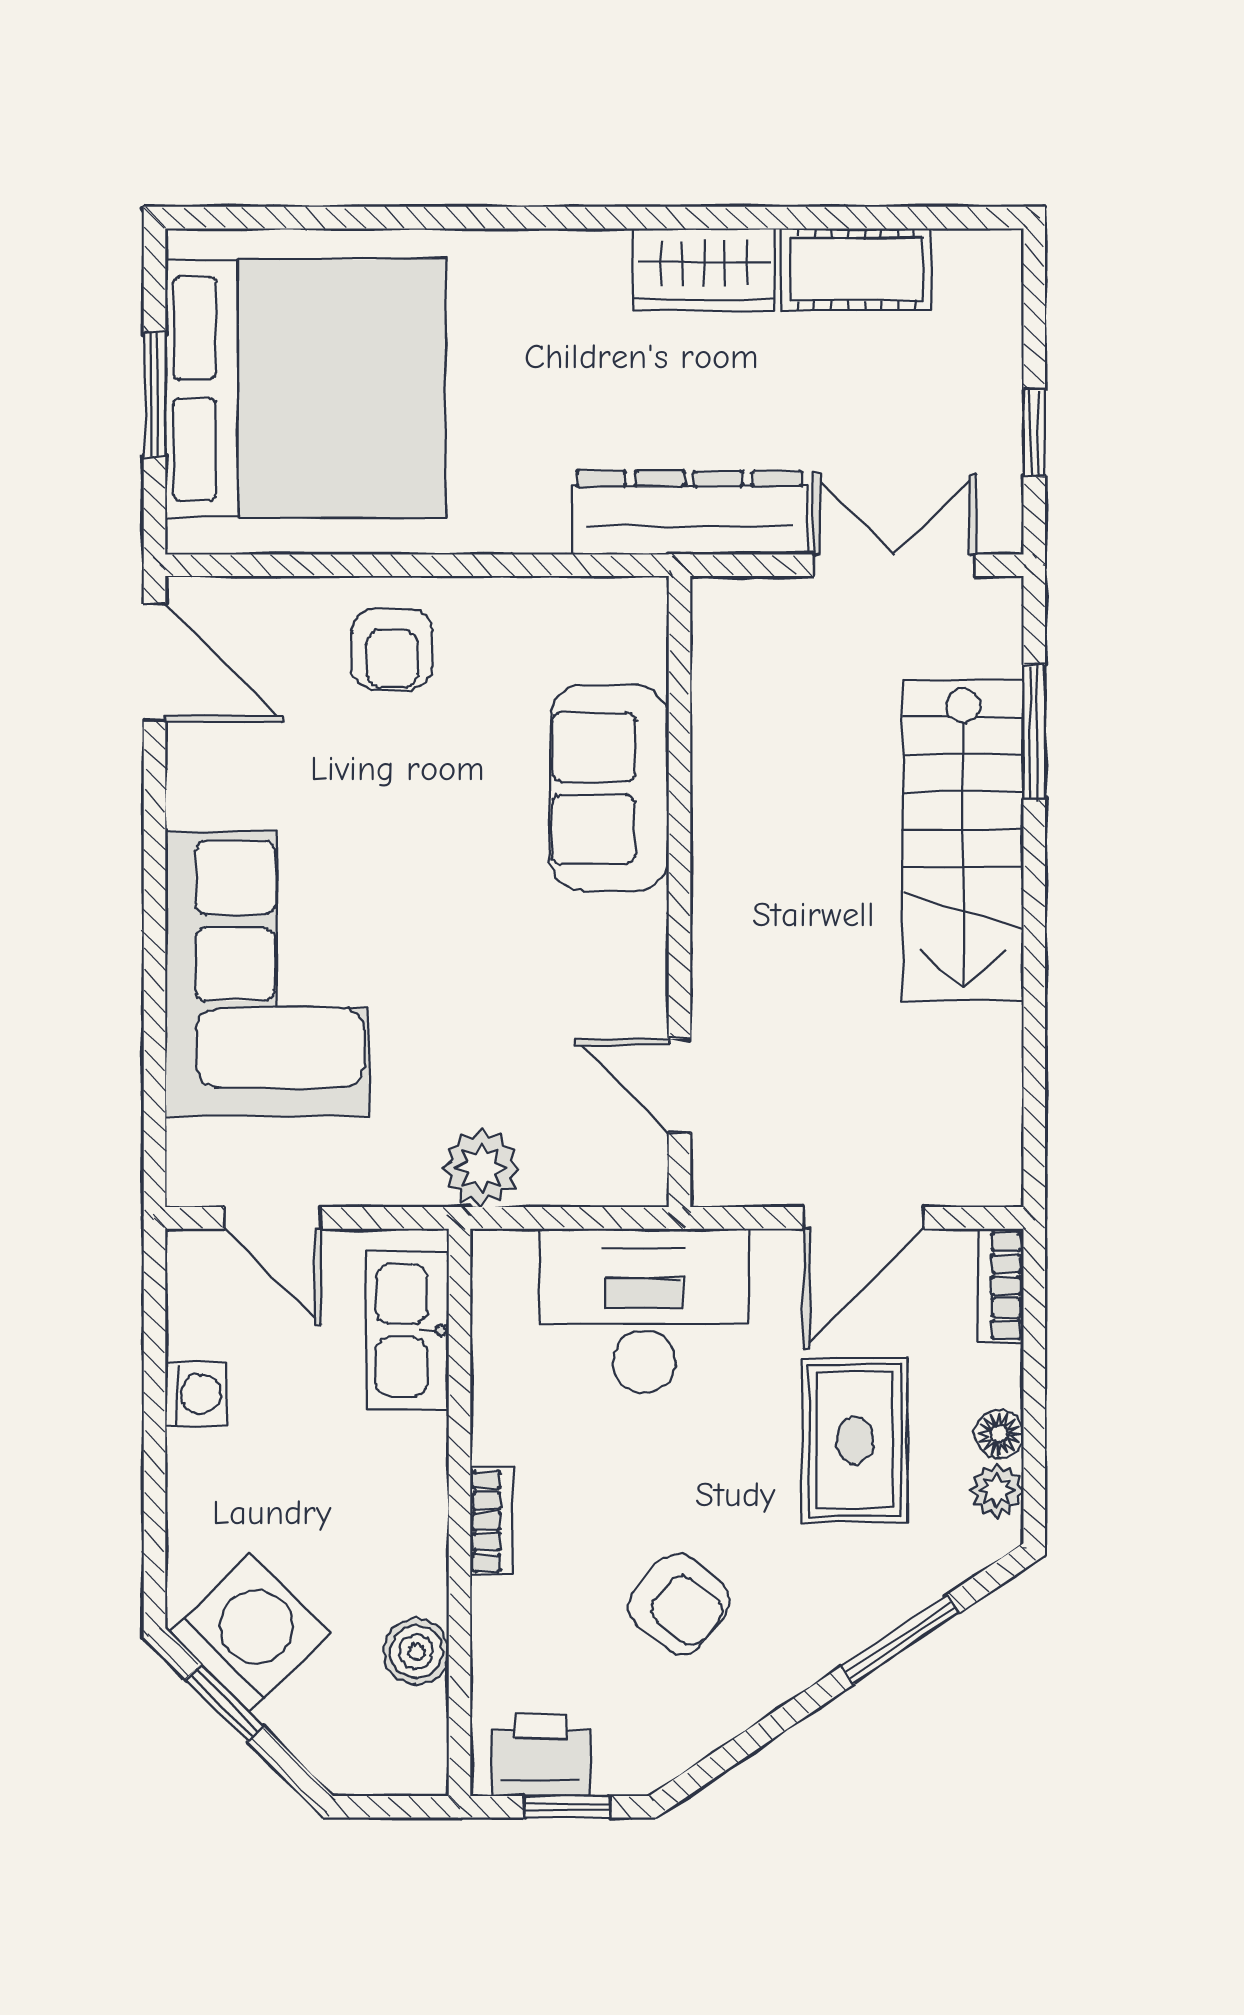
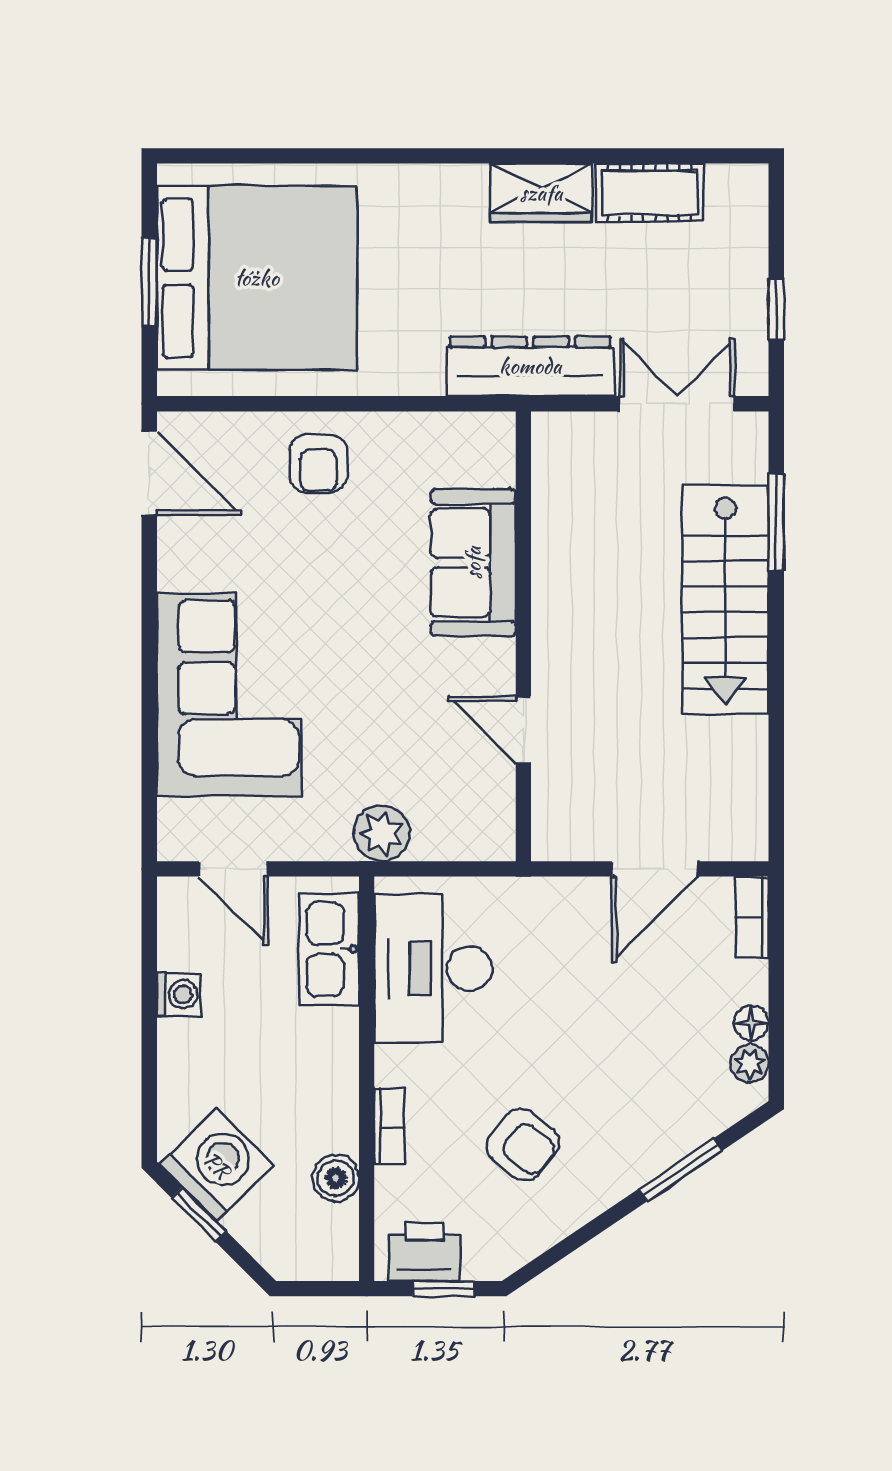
door: (679, 1086) -> (523, 730), moved
desk: (644, 1311) -> (433, 968), moved, turned -90
rug: (855, 1440) -> (648, 1027), removed
bookcase: (492, 1521) -> (389, 1126), moved

